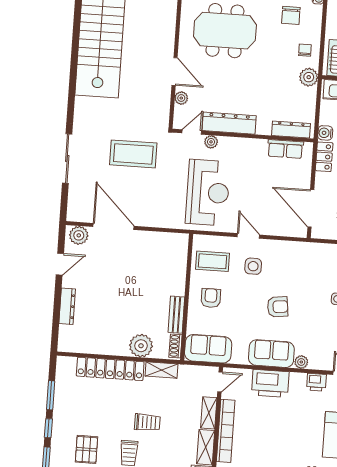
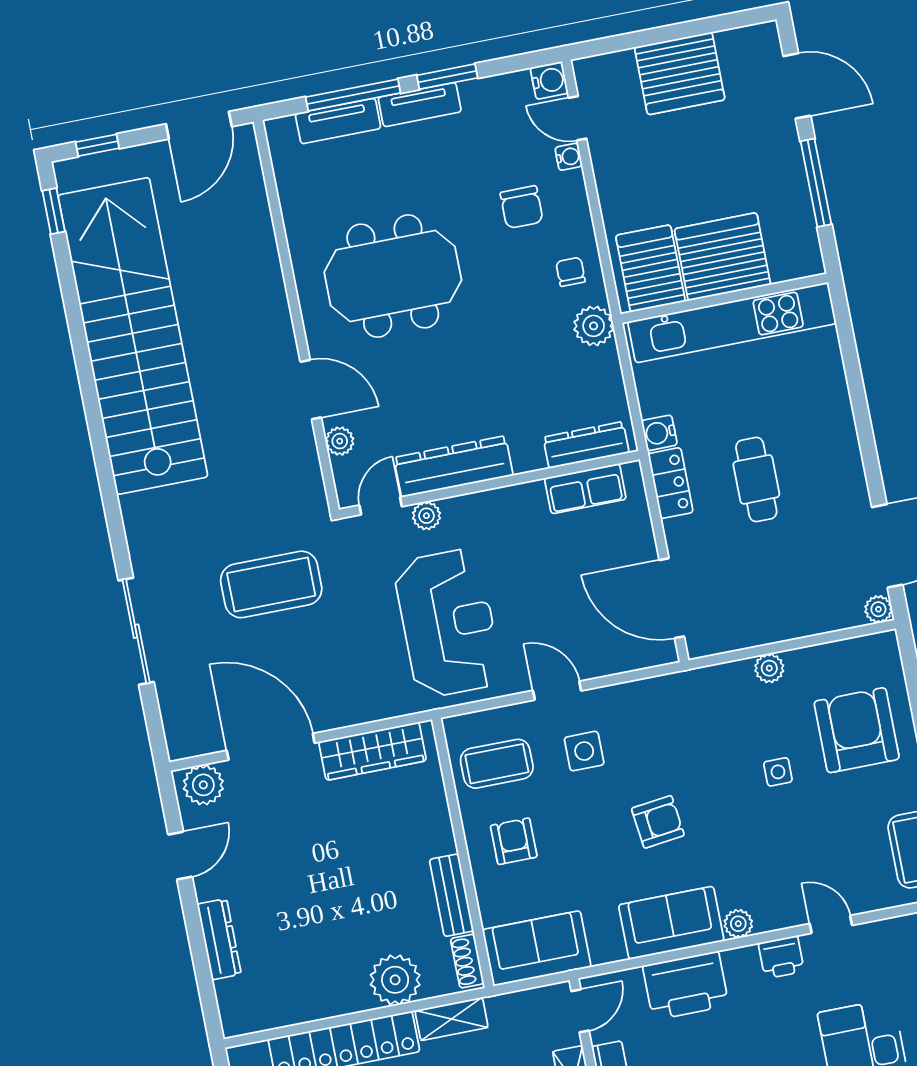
wardrobe: (159, 241) -> (373, 751), added

